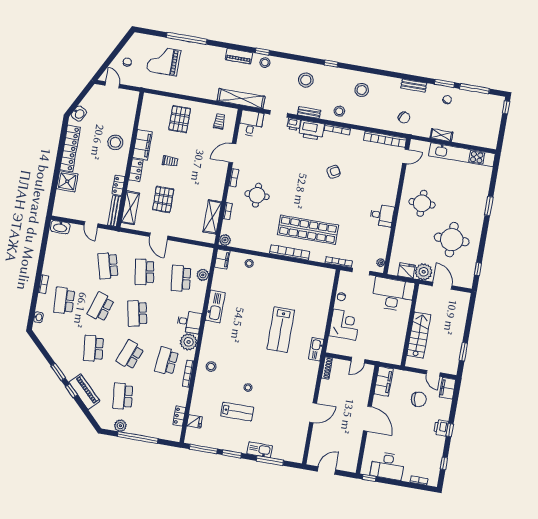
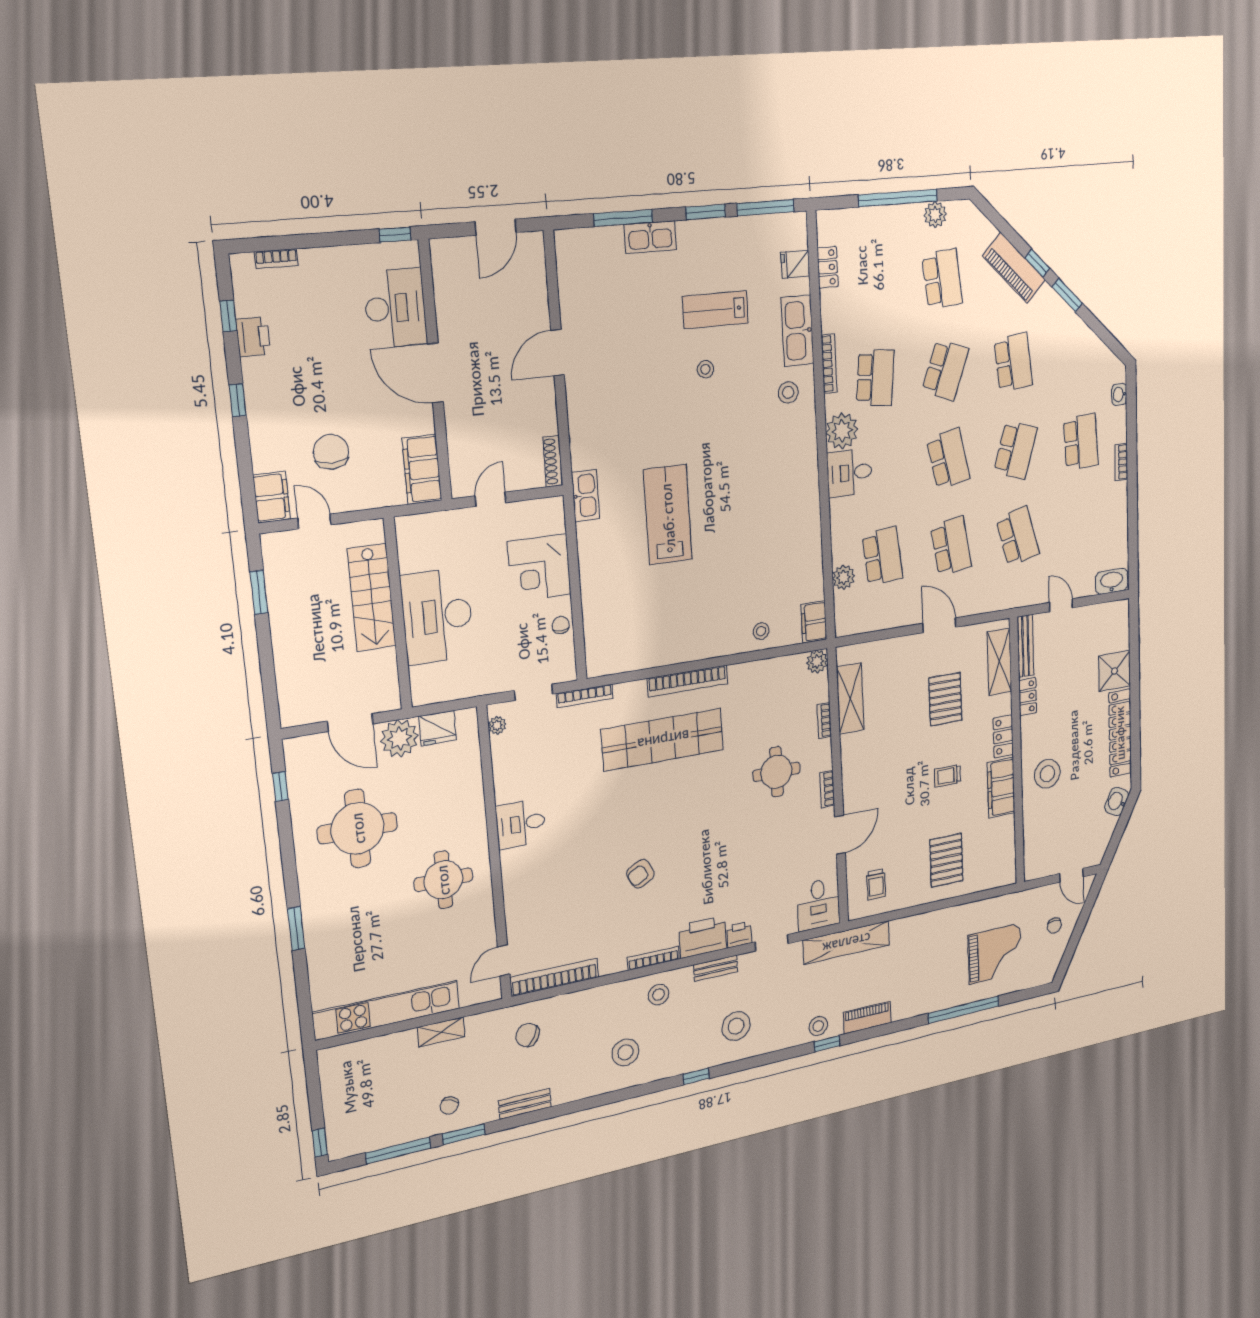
desk: (393, 294) -> (437, 616), moved, turned 90
kitchen sink: (215, 306) -> (798, 331), moved
chair: (419, 399) -> (331, 452), turned 99
printer: (441, 428) -> (253, 337), moved
desk: (387, 466) -> (395, 308), moved, turned 90

